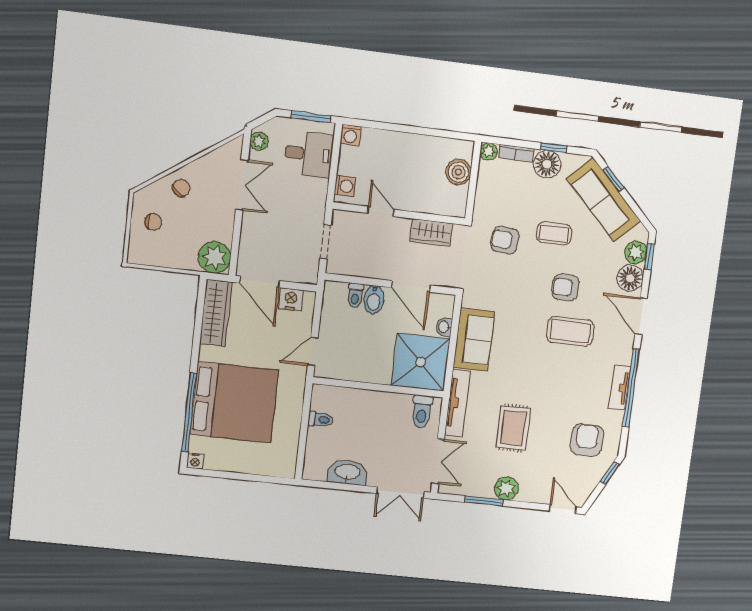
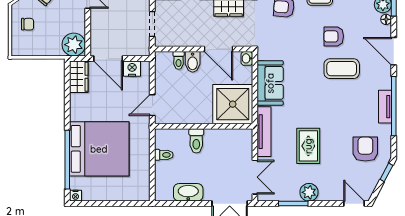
floor lamp: (630, 278) -> (386, 19), width x0.53, depth x0.53
wardrobe: (216, 313) -> (79, 77), width x0.67
washbasin: (444, 327) -> (247, 58), moved
toilet: (422, 412) -> (196, 141), moved

